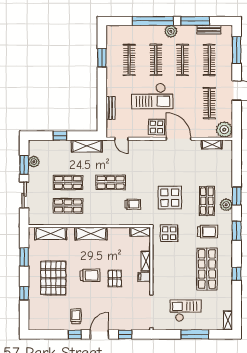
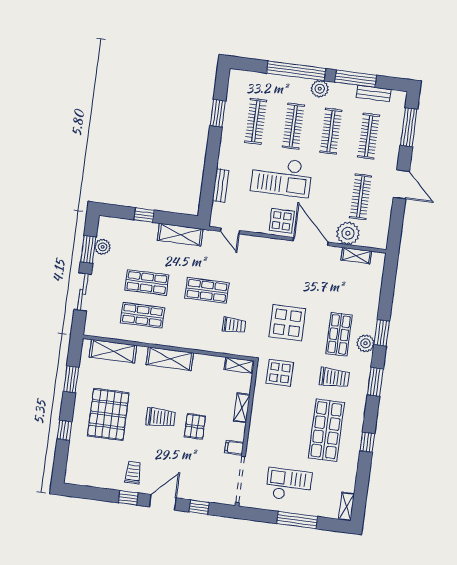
plant: (224, 130) -> (348, 233), moved
filing cabinet: (144, 277) -> (234, 448), moved

